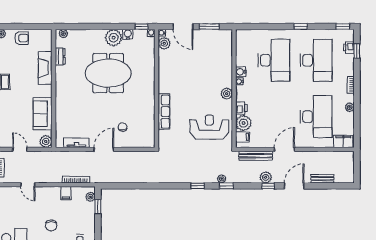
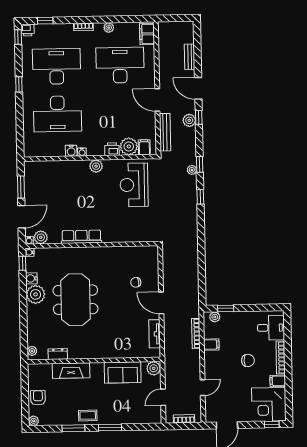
printer: (349, 48) -> (28, 30), moved
desk: (274, 60) -> (57, 114), turned 180
row of seats: (164, 112) -> (81, 237), moved

